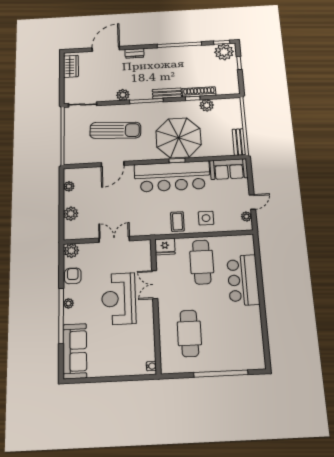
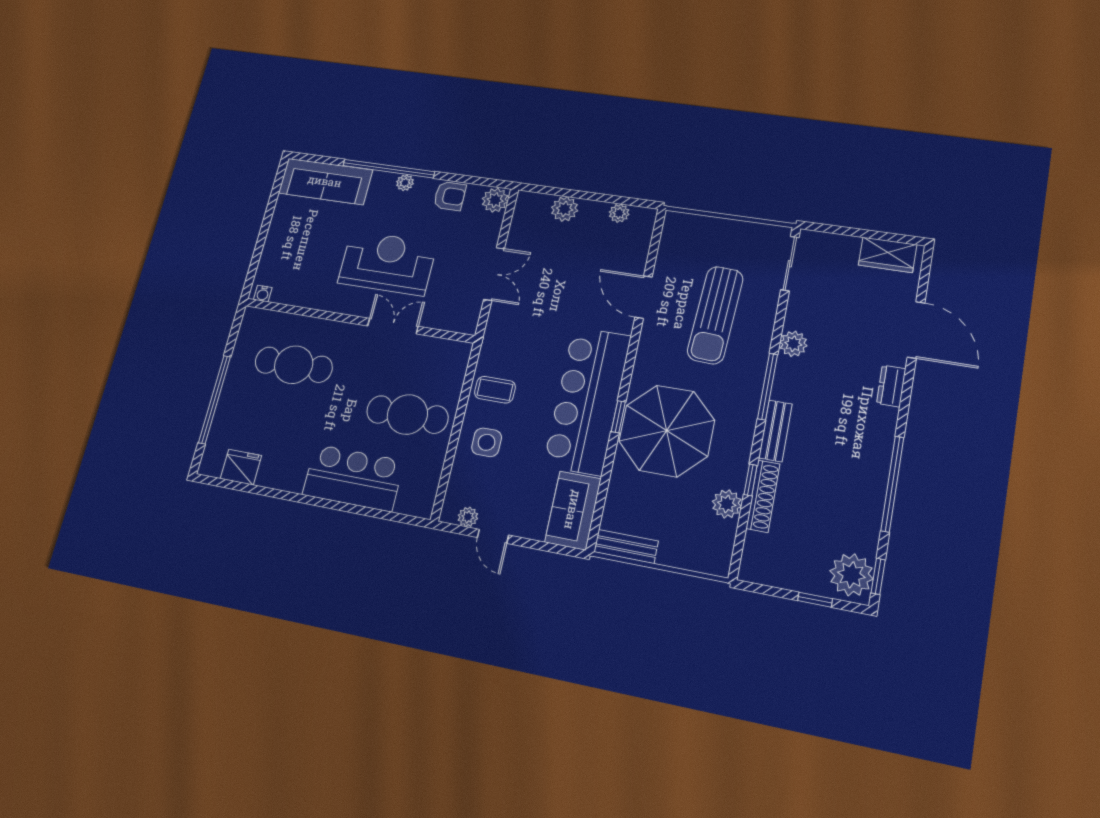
fridge: (165, 247) -> (241, 467), moved, turned 90

